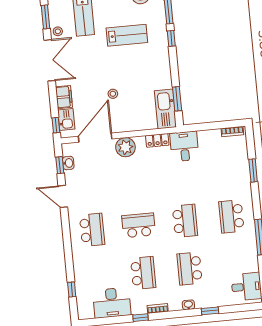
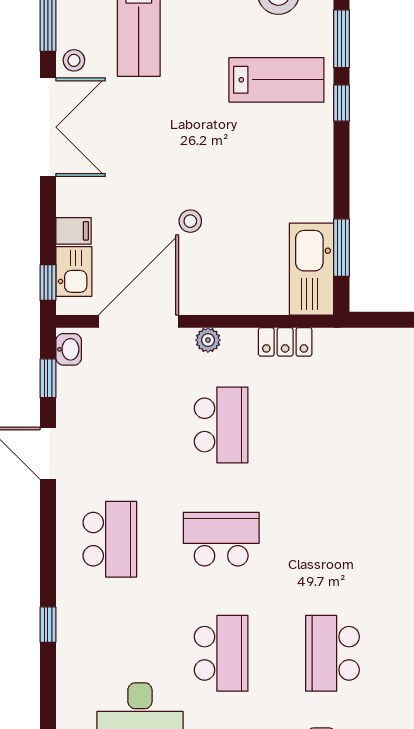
lab bench: (127, 35) -> (276, 80), moved
filing cabinet: (64, 97) -> (74, 231), width x0.50
desk: (184, 146) -> (348, 362), removed
plant: (125, 147) -> (208, 340), width x0.53, depth x0.53
washbasin: (68, 163) -> (69, 349), moved
school desk: (185, 221) -> (221, 425), moved
window: (72, 290) -> (48, 625), moved

